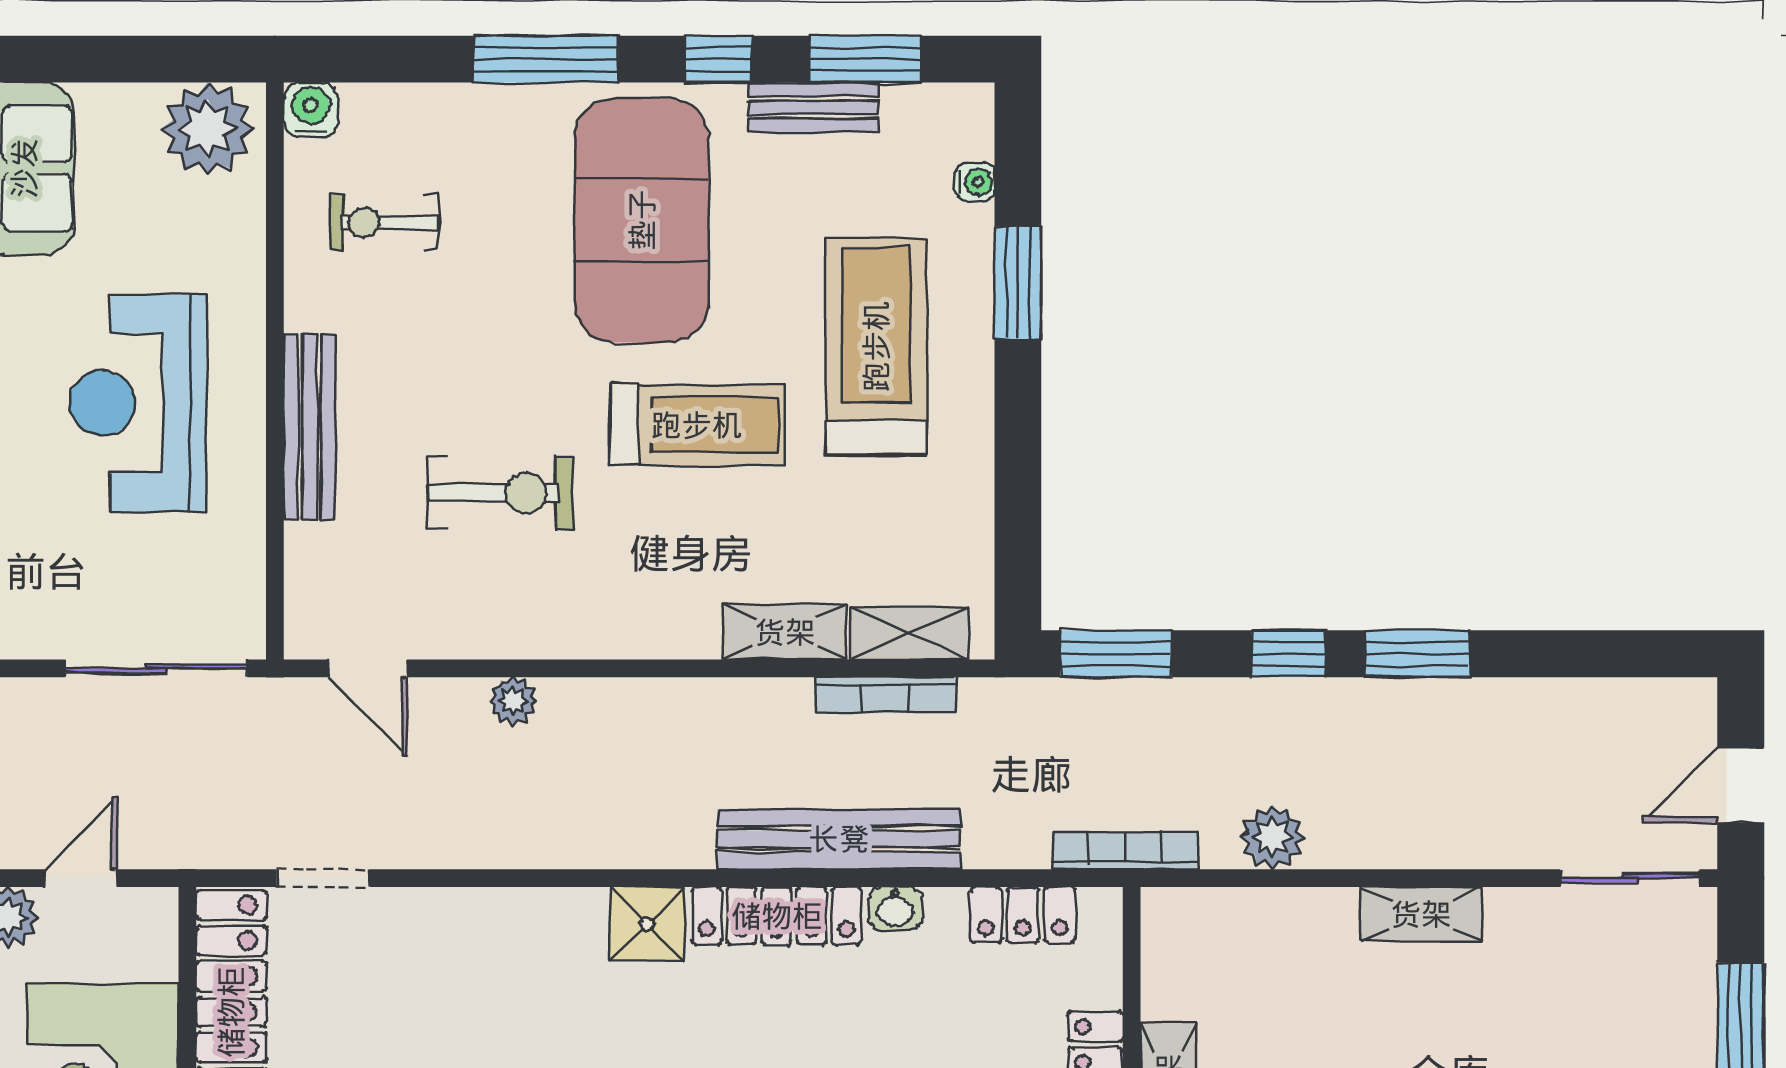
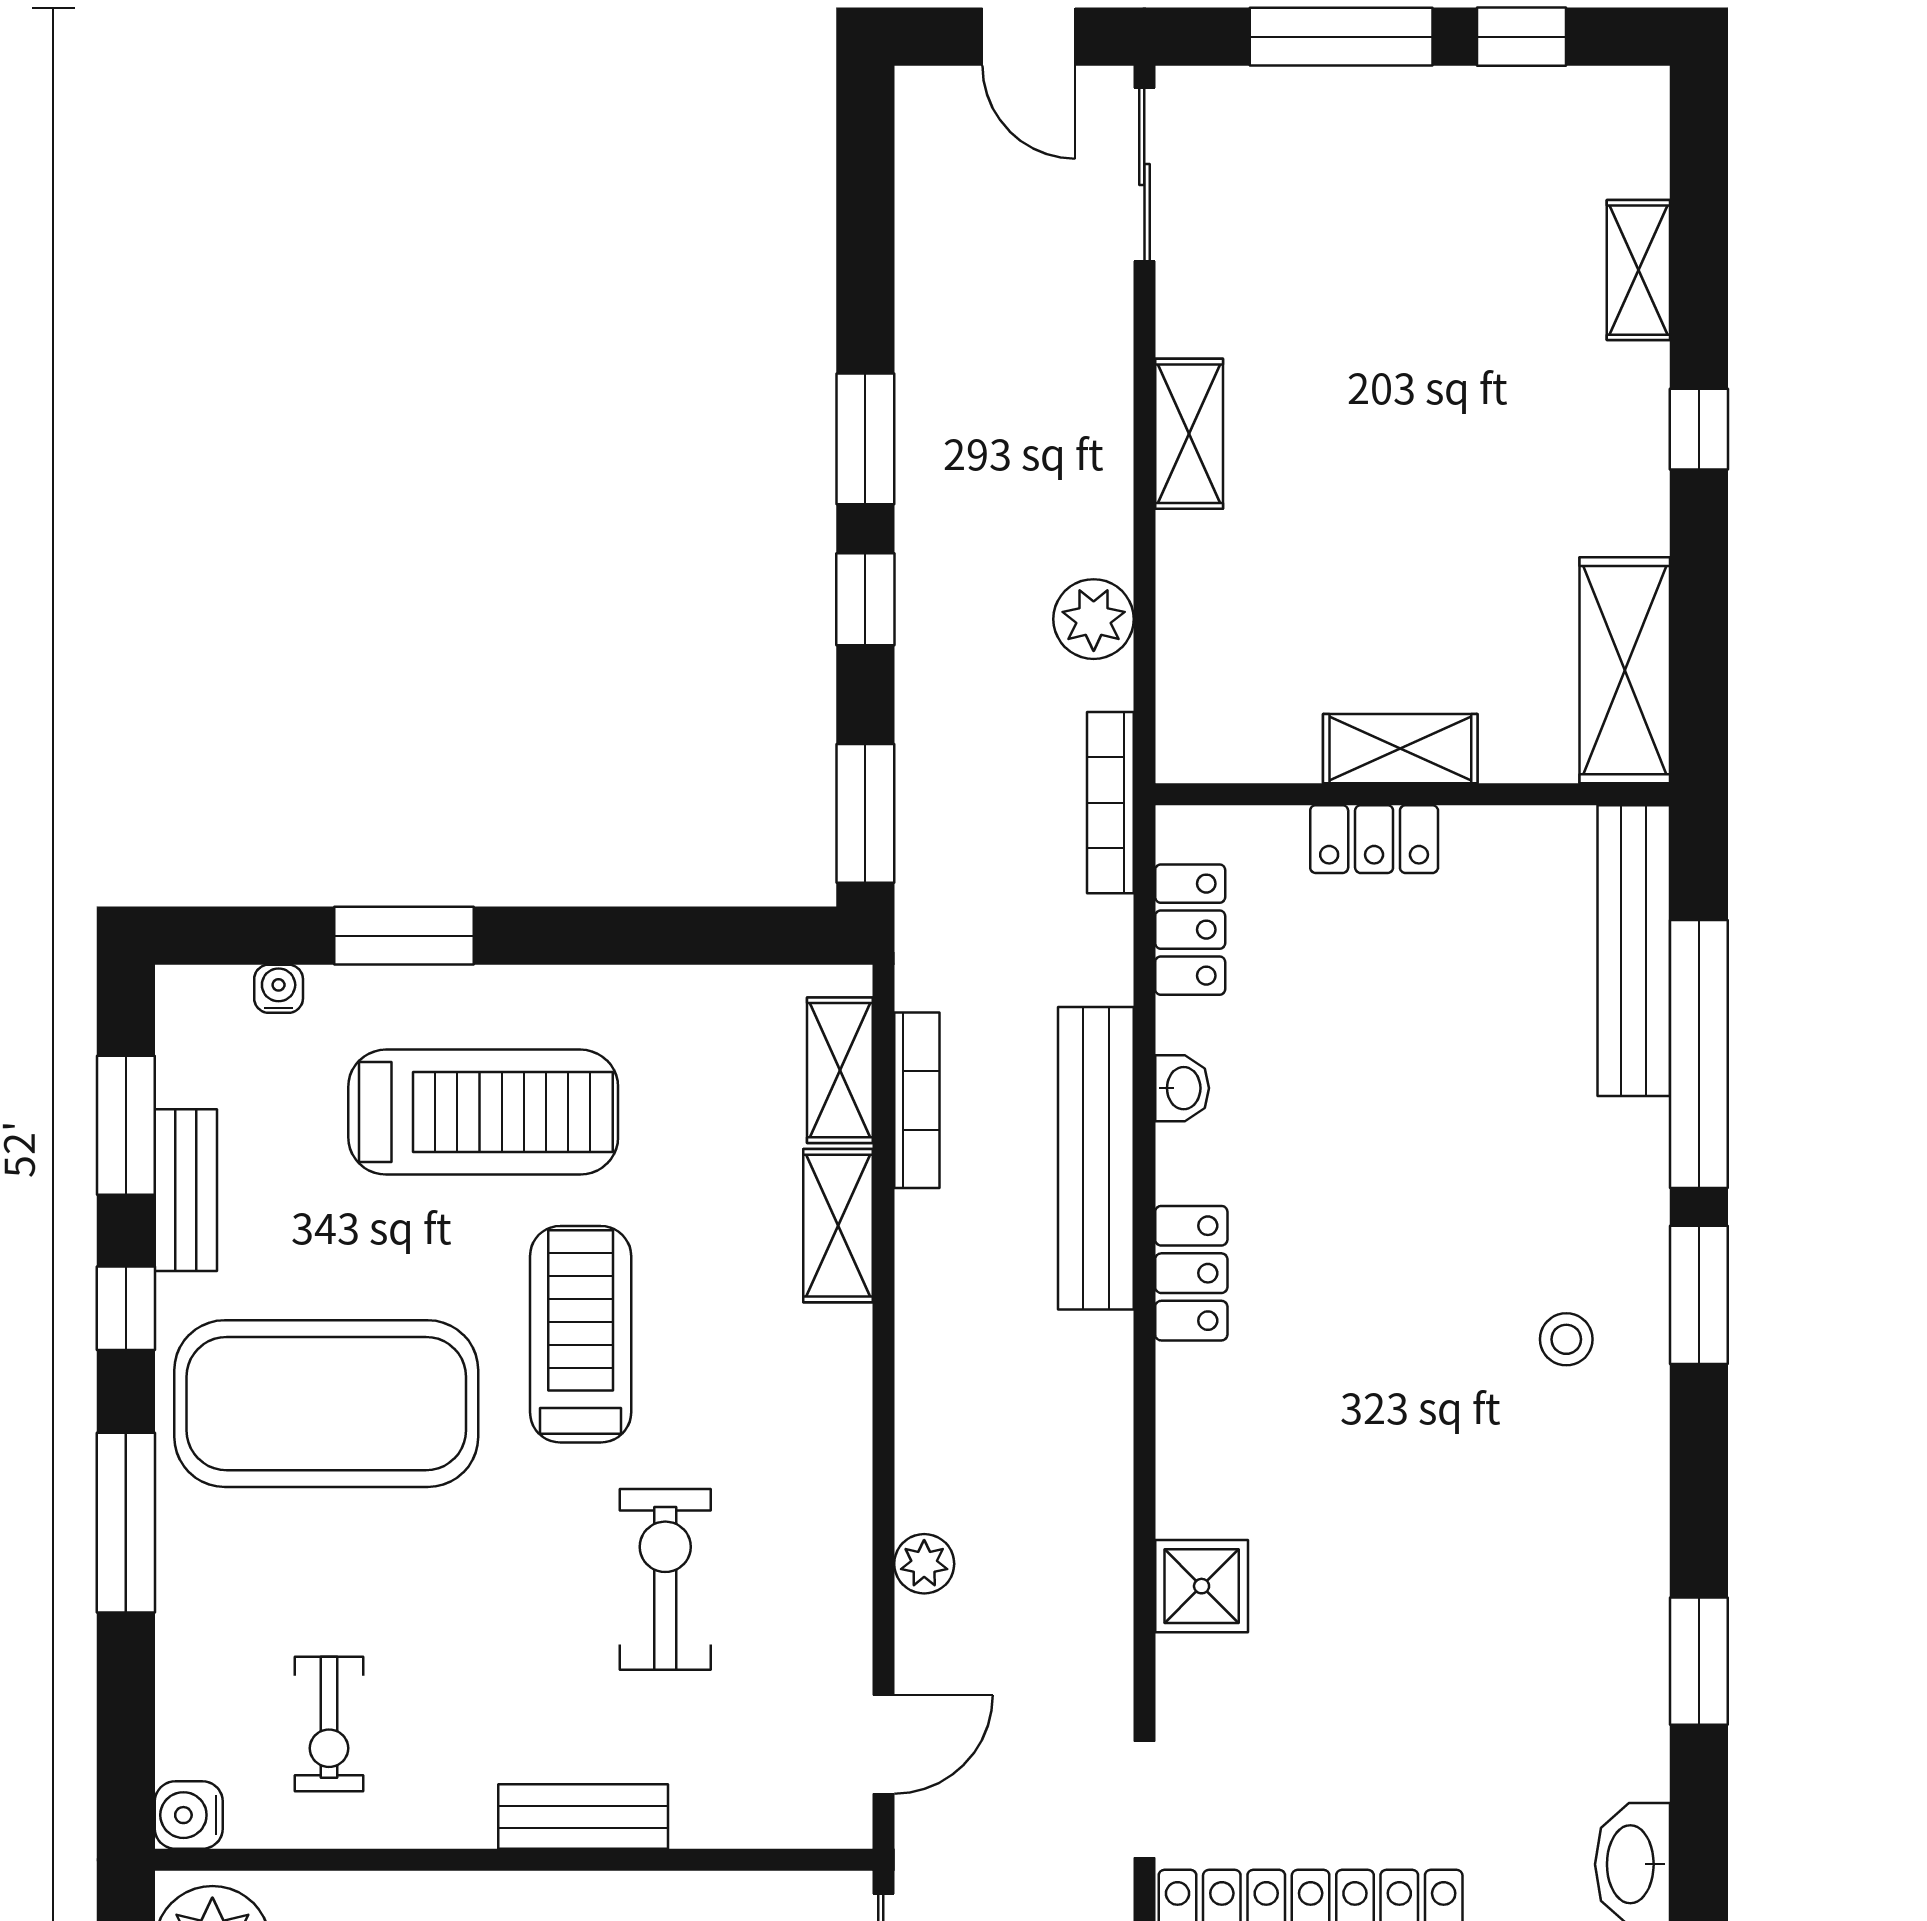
treadmill: (876, 346) -> (483, 1112), turned 180
bench: (310, 427) -> (583, 1817), width x0.73
locker: (777, 916) -> (1191, 1273), width x0.66
shower: (647, 924) -> (1202, 1586), moved

